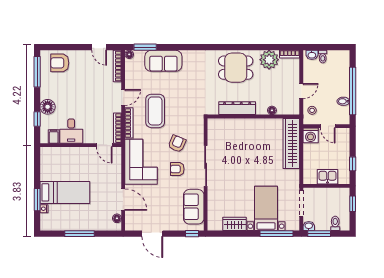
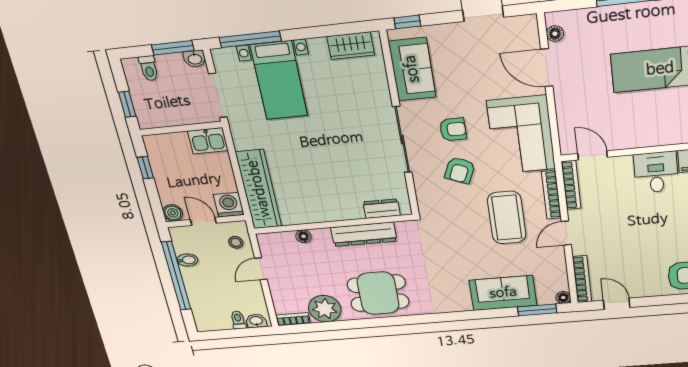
dresser: (224, 124) -> (382, 209), added
boiler: (344, 133) -> (173, 213), added
kitchen sink: (327, 177) -> (208, 141), moved
wardrobe: (235, 224) -> (351, 46), moved

